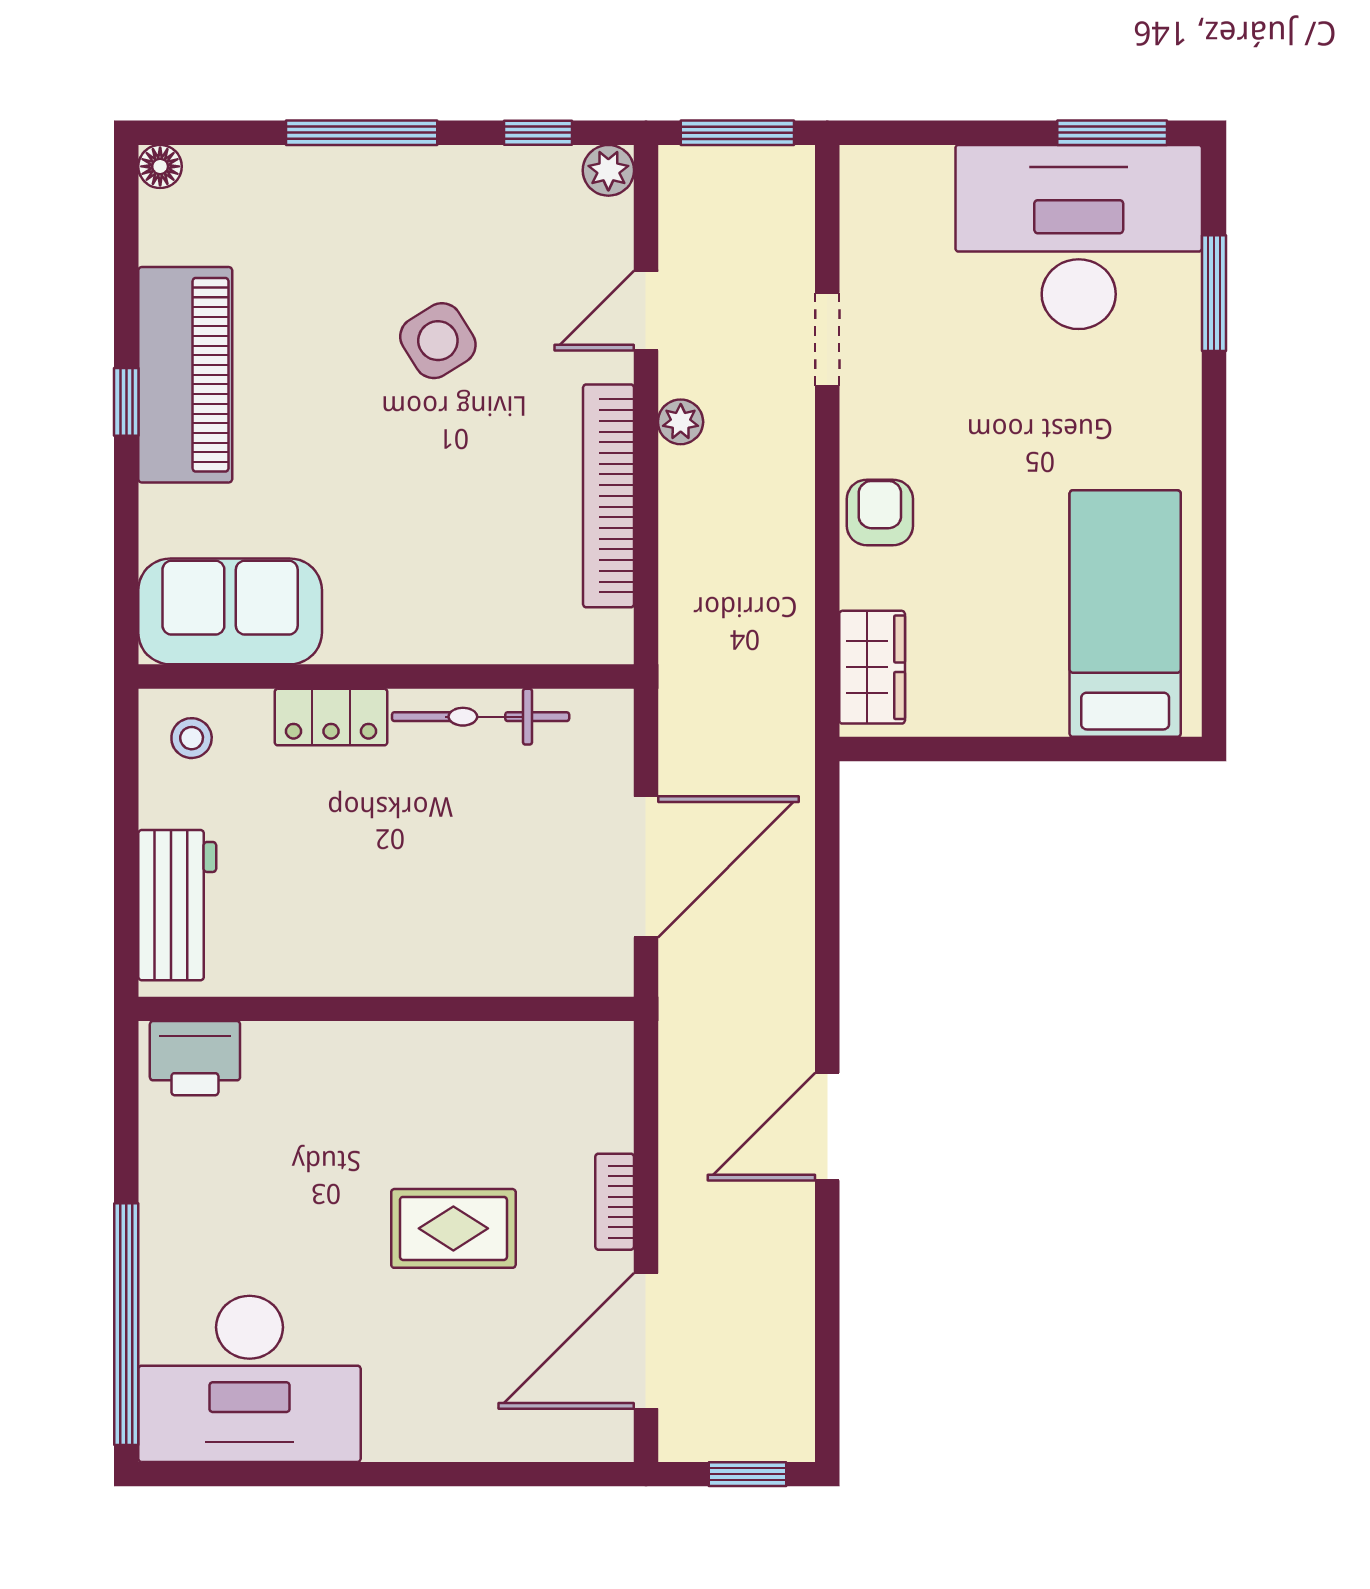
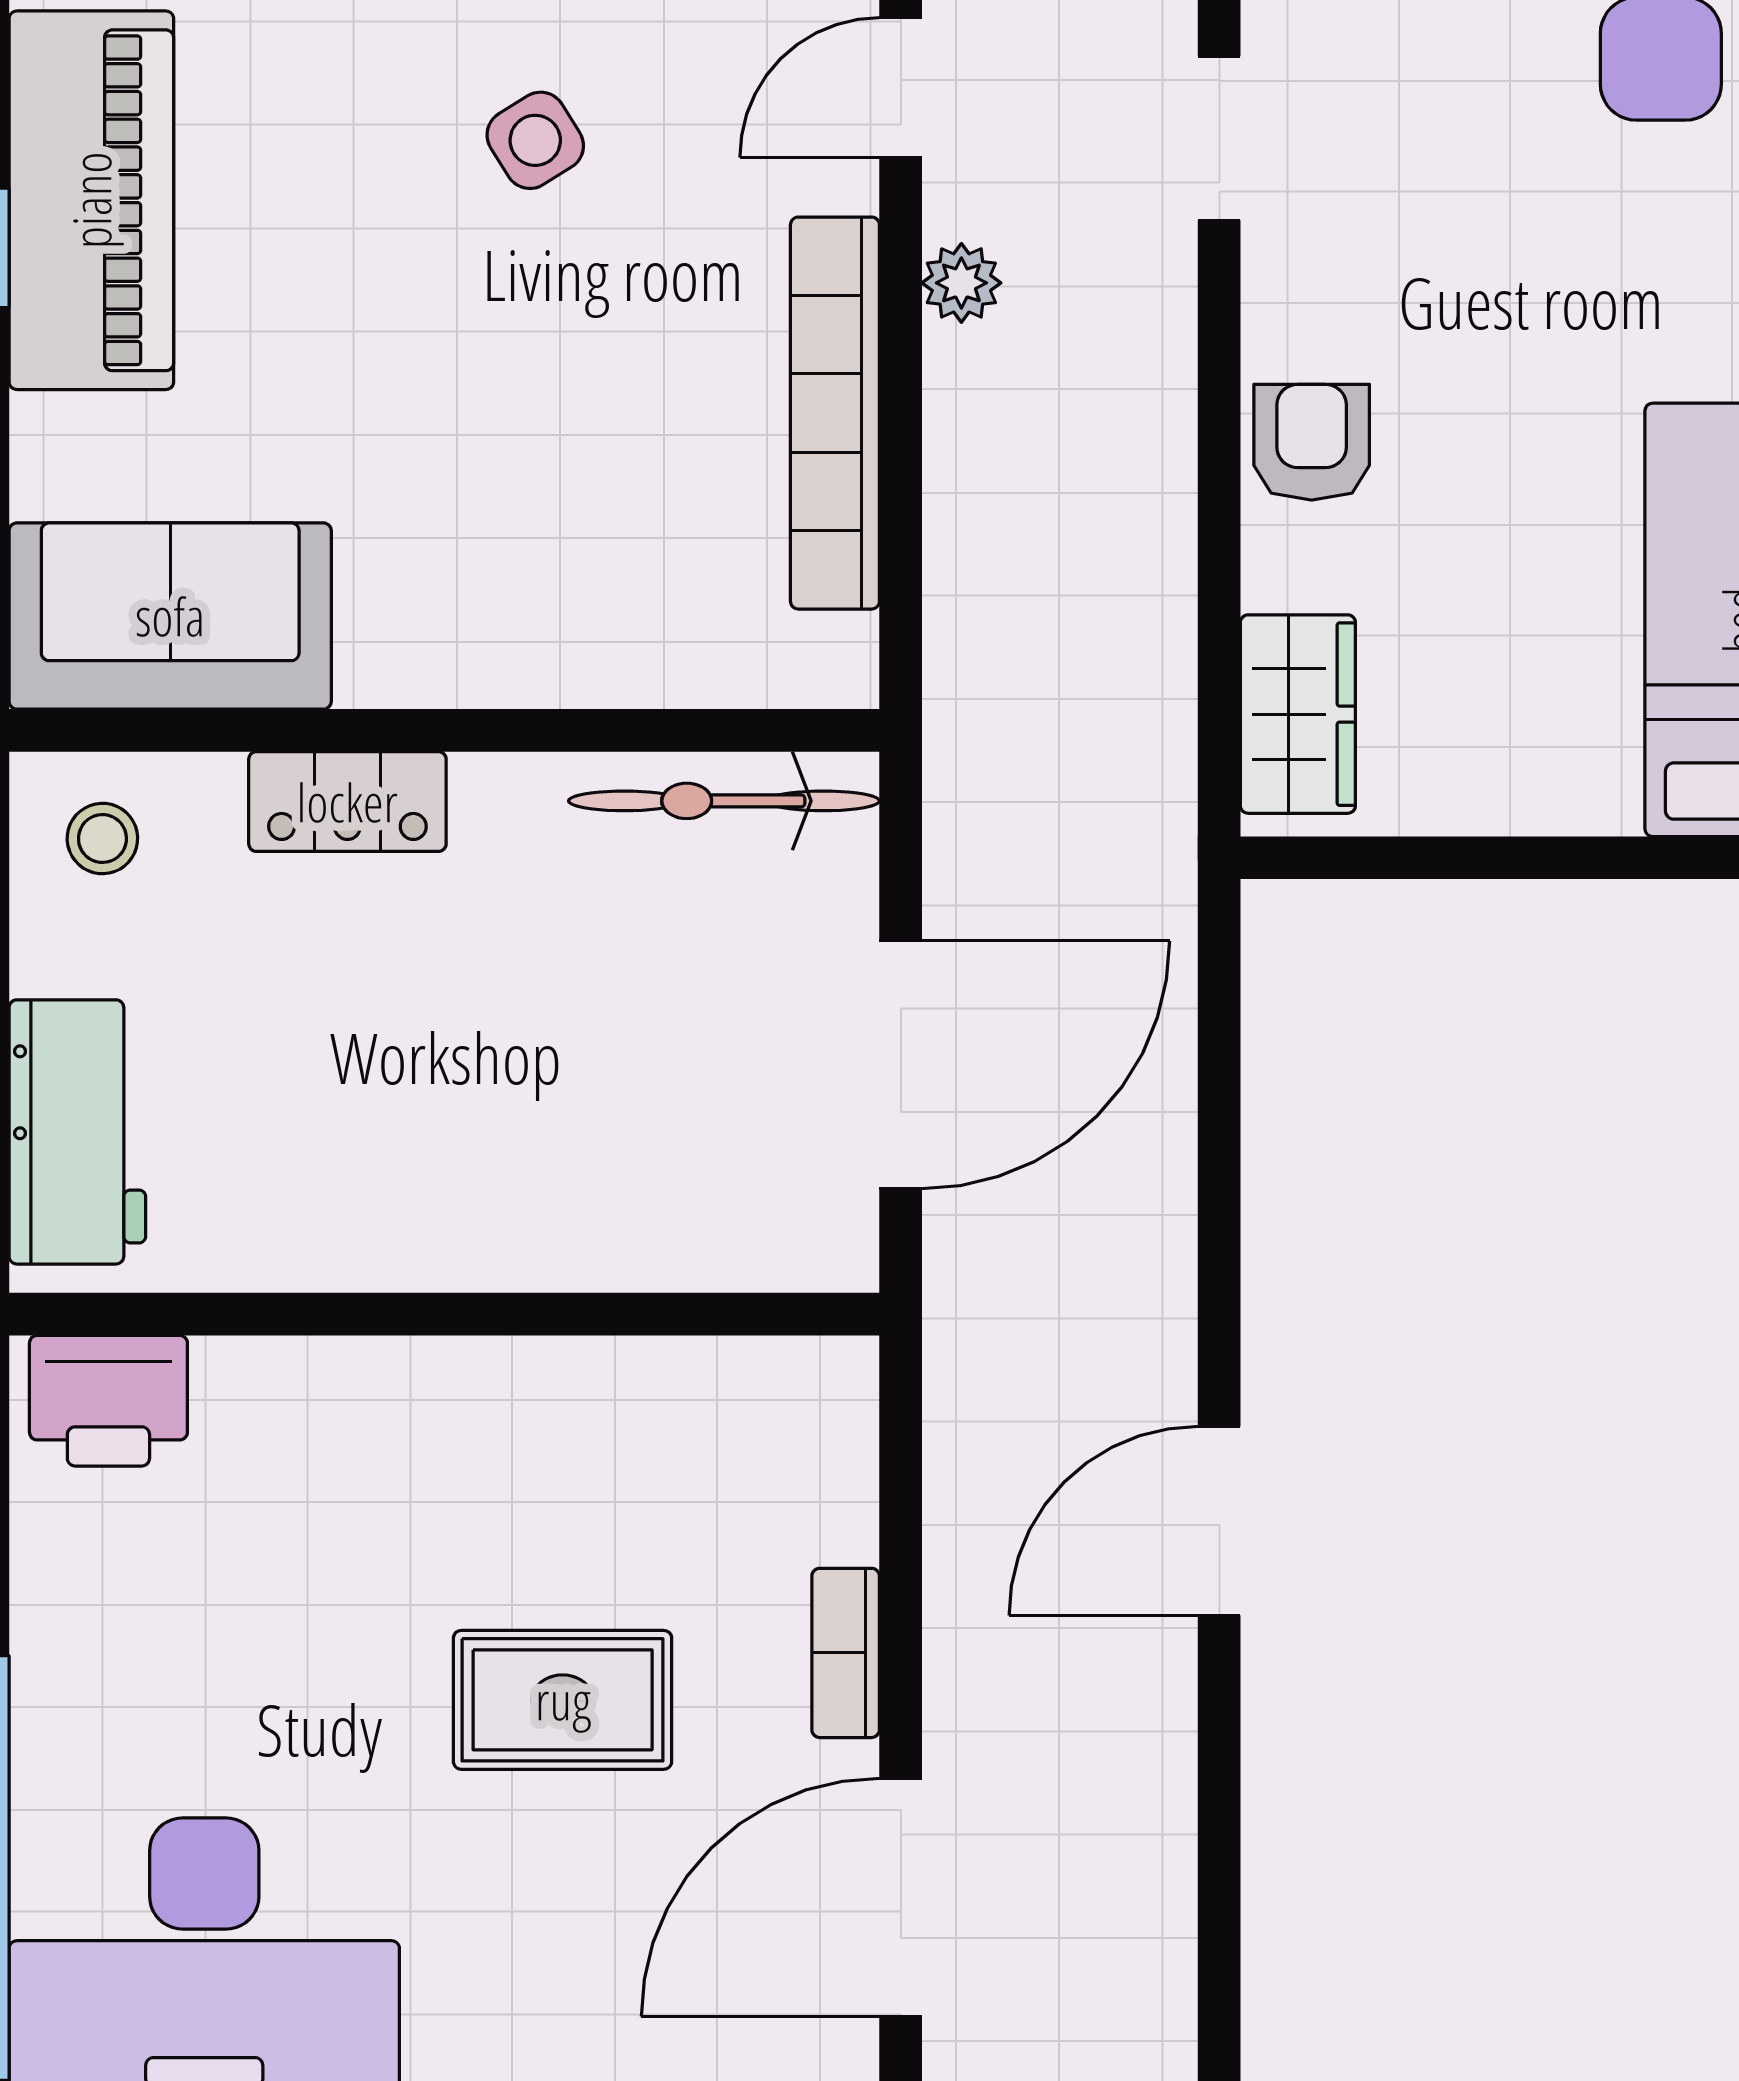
side table: (438, 341) -> (535, 140), width x0.73, depth x0.73
bicycle: (481, 717) -> (724, 801), moved

